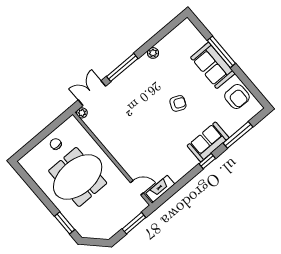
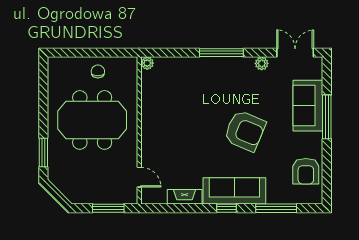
sofa: (213, 65) -> (308, 106), moved
double door: (92, 93) -> (295, 53), moved
armchair: (178, 103) -> (245, 131), width x1.88, depth x1.88
sofa: (208, 142) -> (234, 191), width x1.36
fireplace: (160, 189) -> (185, 197), moved

